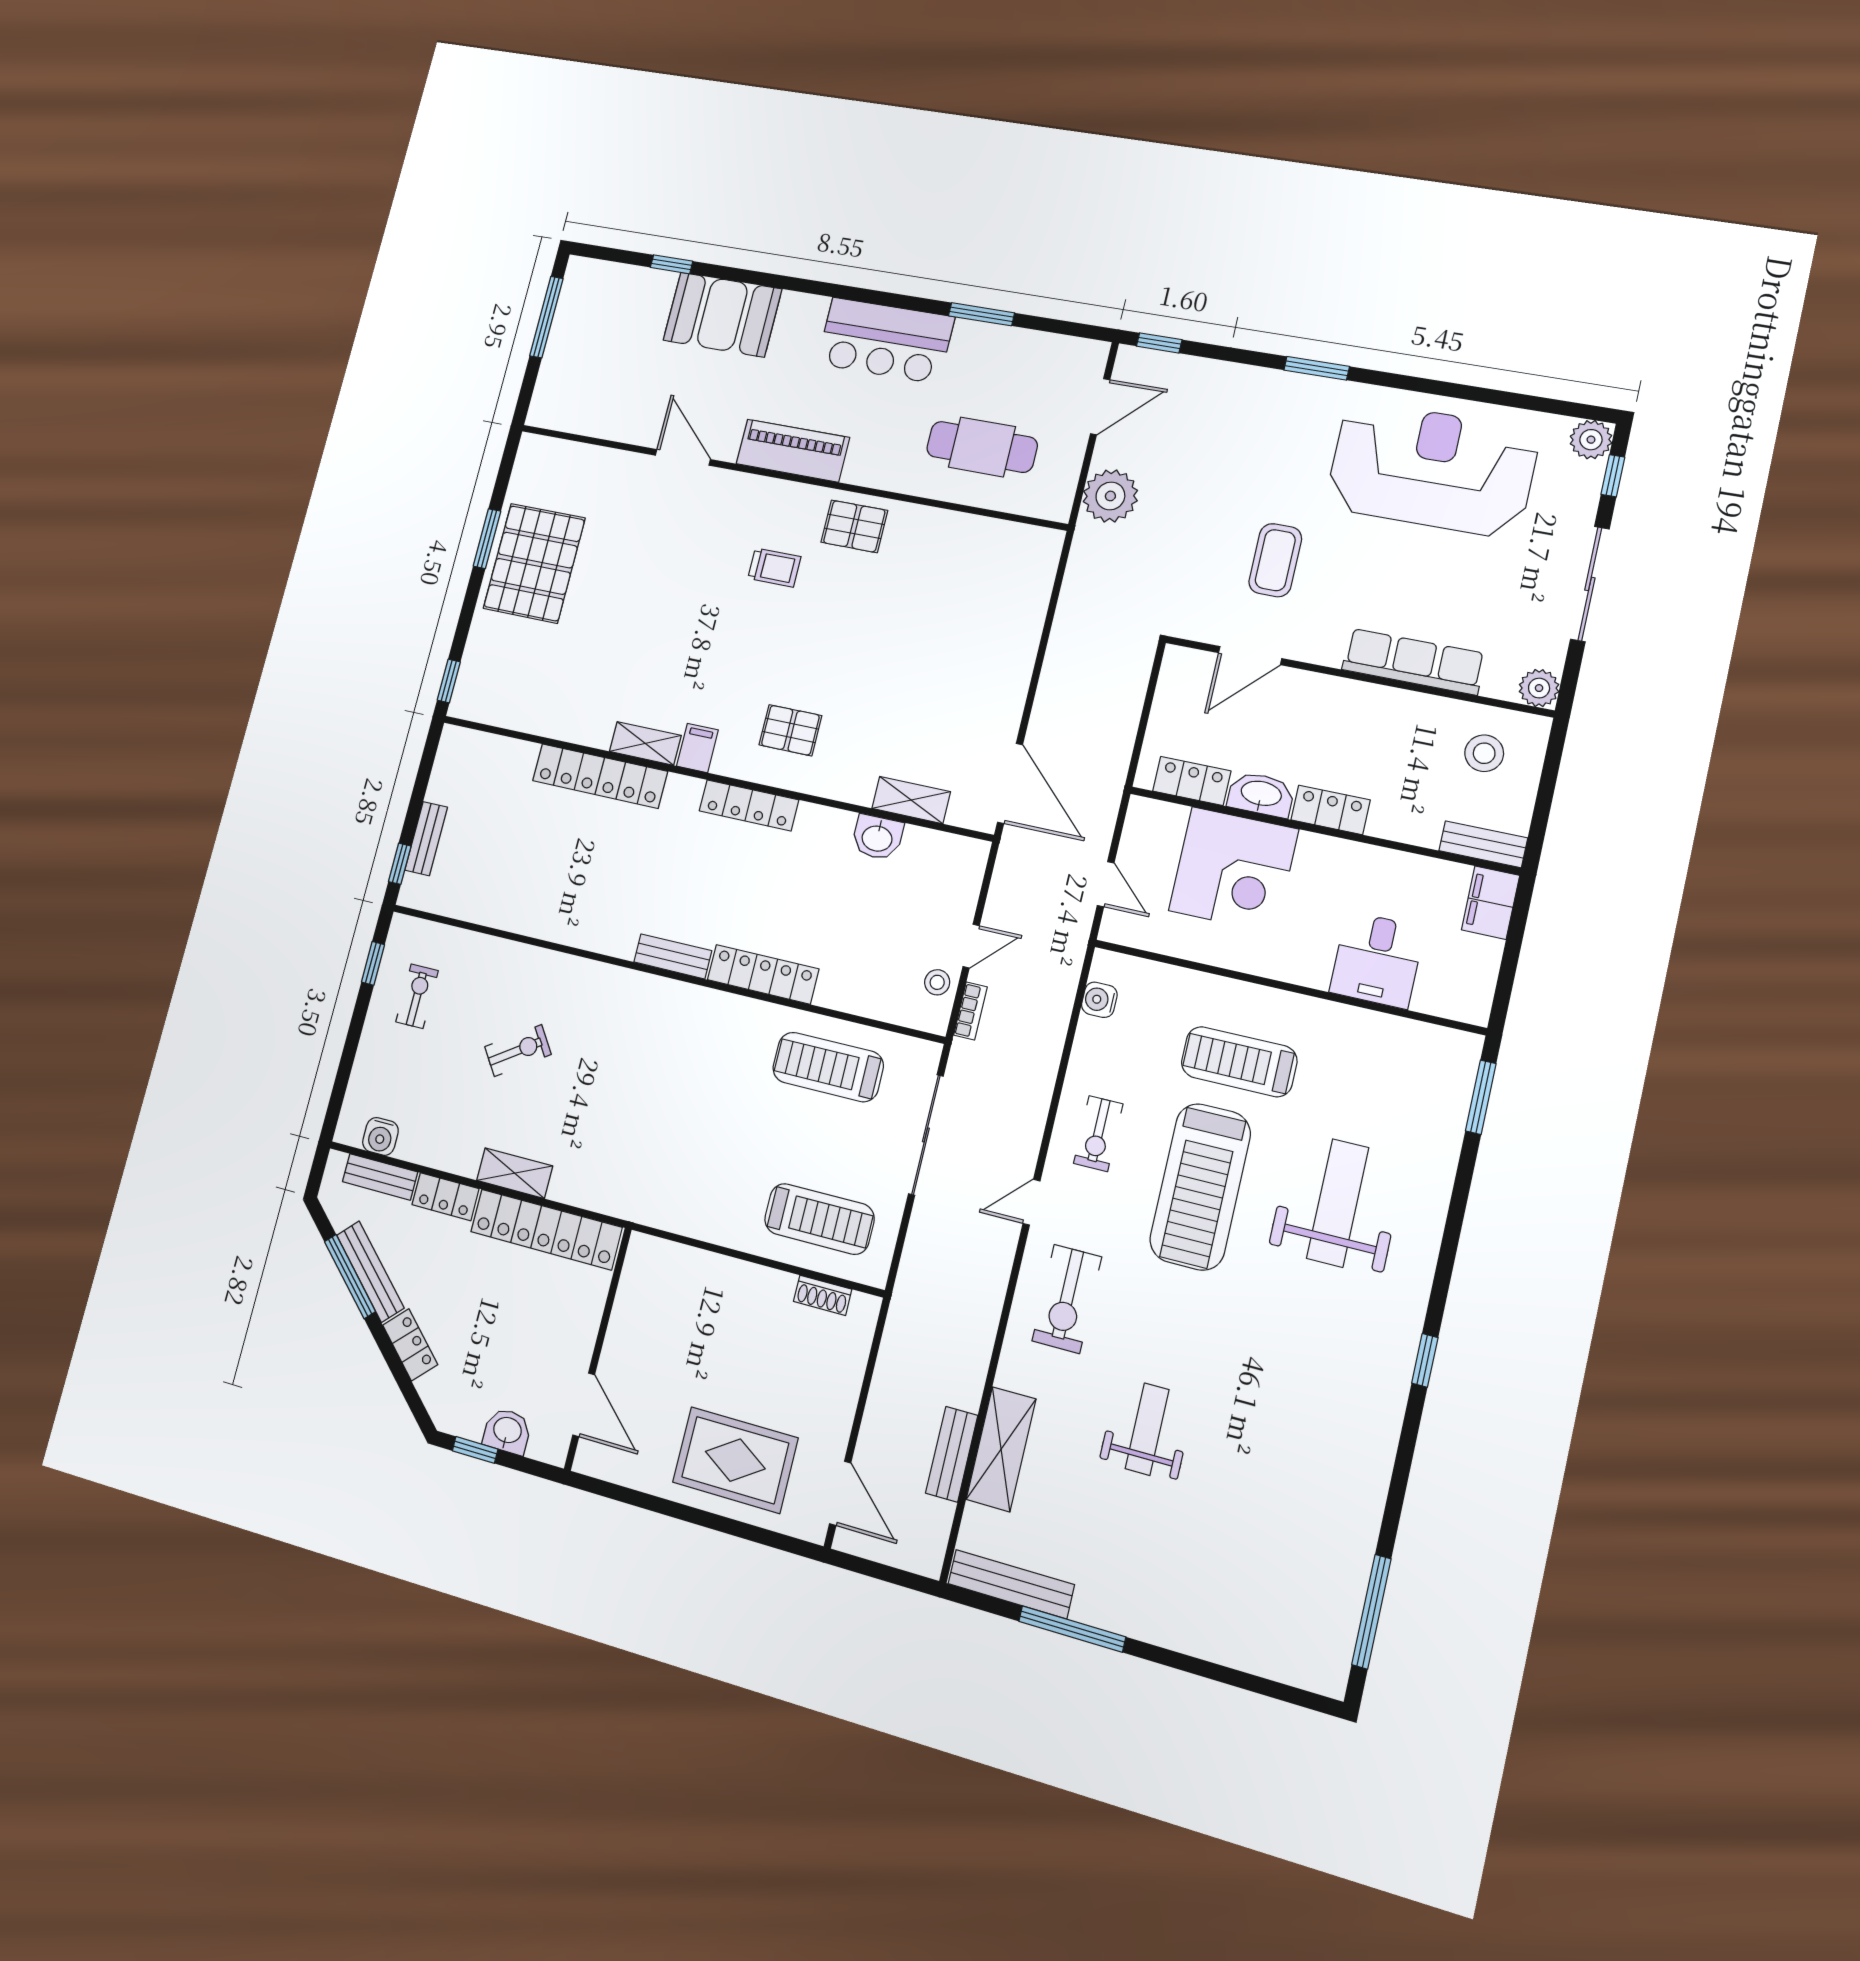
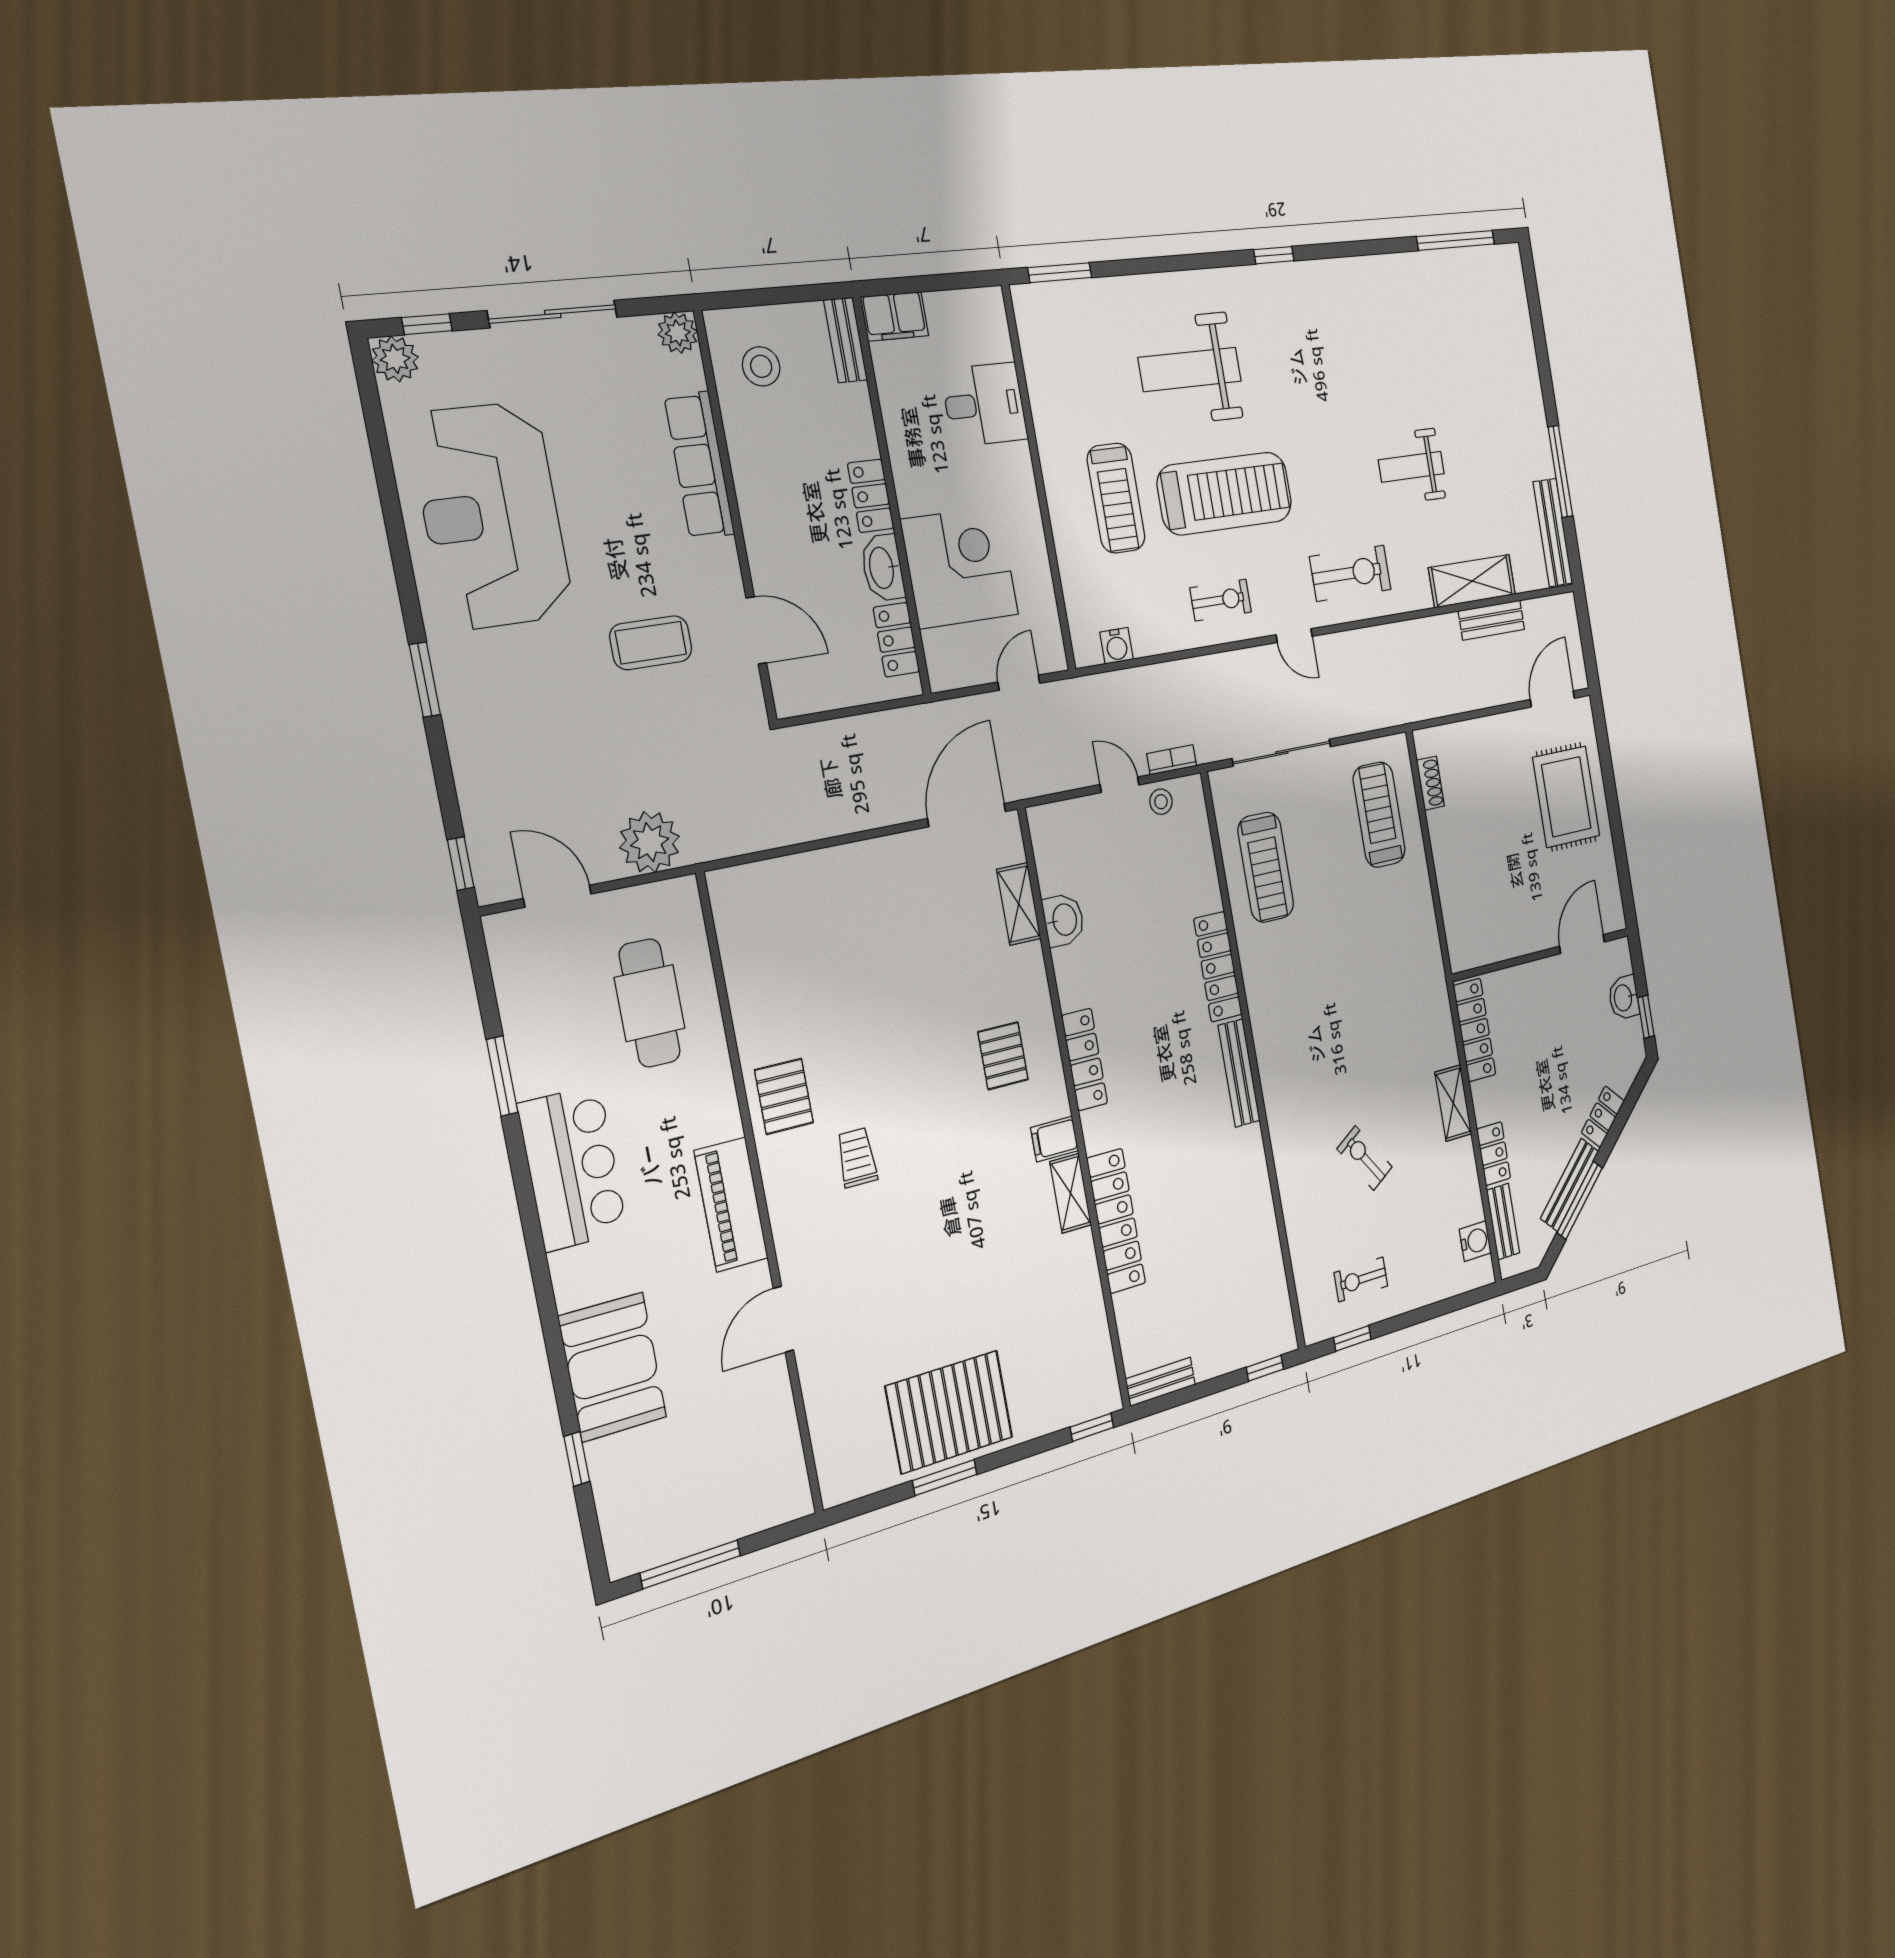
bench: (426, 839) -> (1160, 1382), moved
bench: (673, 956) -> (1239, 1073), width x1.36
locker: (546, 1229) -> (1475, 1030), width x0.71, depth x0.83

